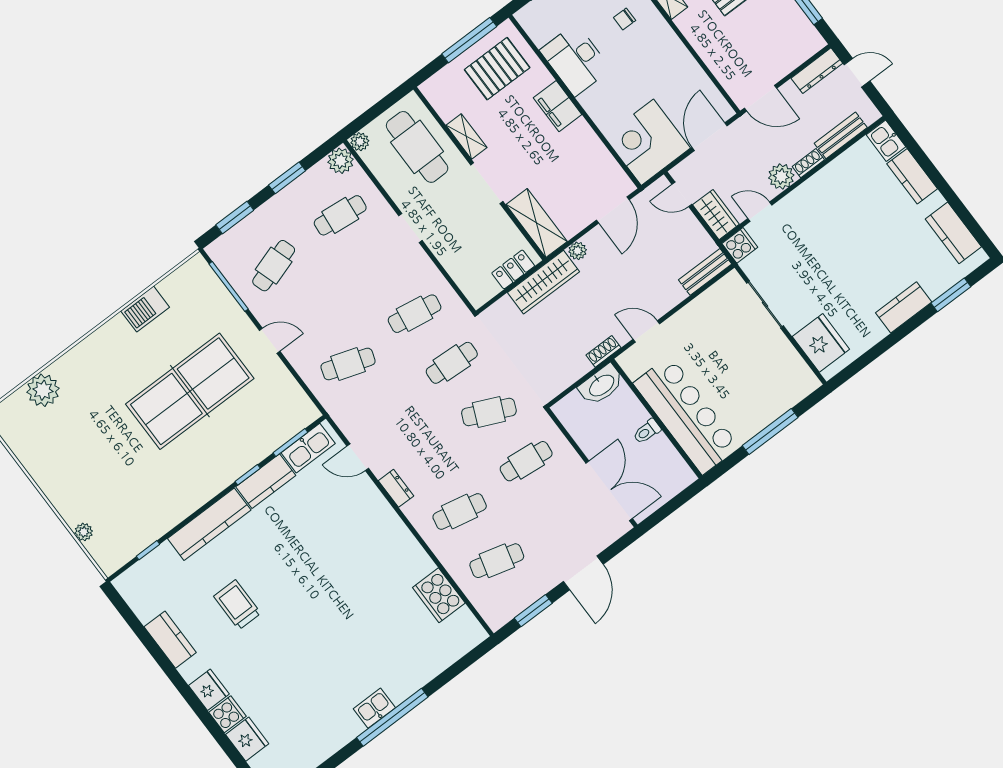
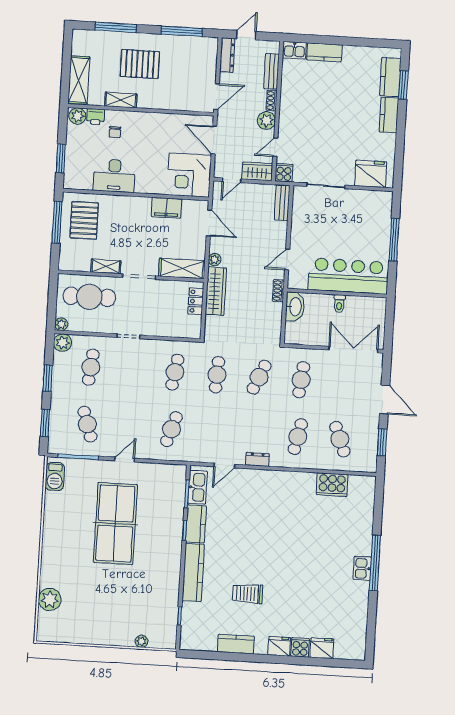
filing cabinet: (558, 106) -> (166, 208), moved
kitchen counter: (953, 233) -> (390, 77), moved, turned 90
barbecue: (145, 309) -> (55, 477), moved
cafe table: (497, 561) -> (340, 439), turned -36

